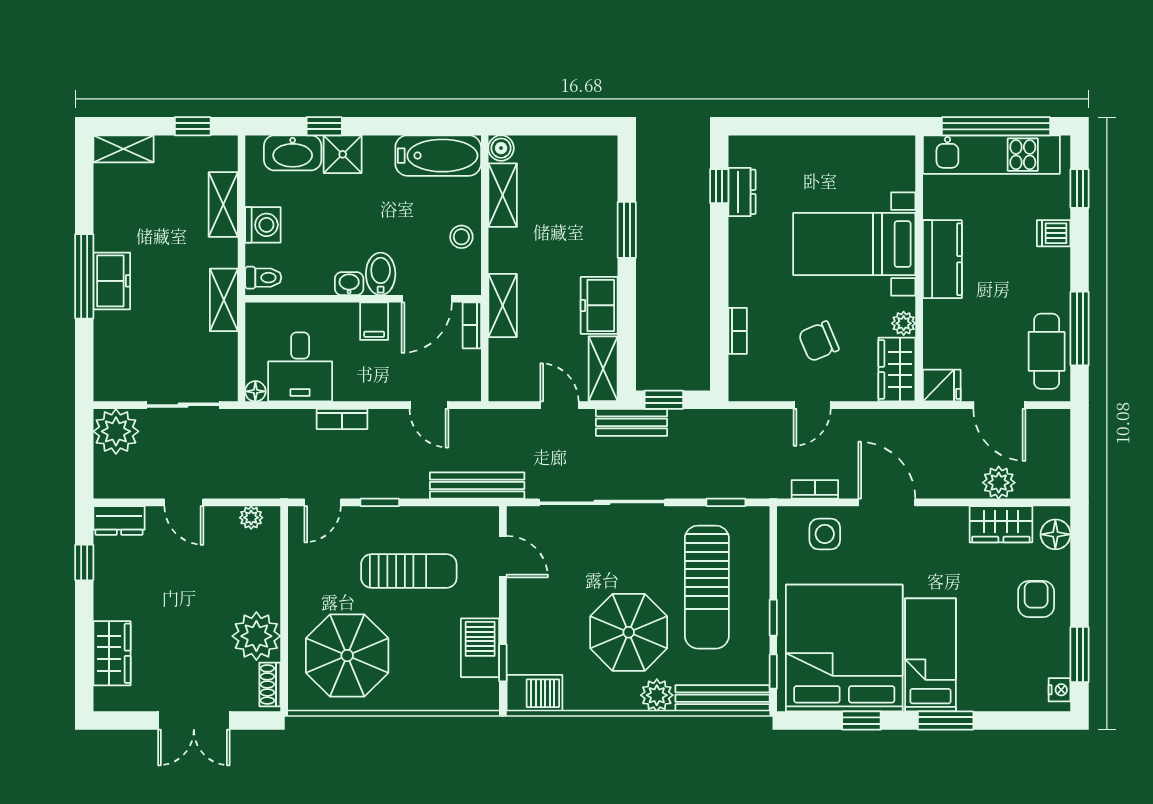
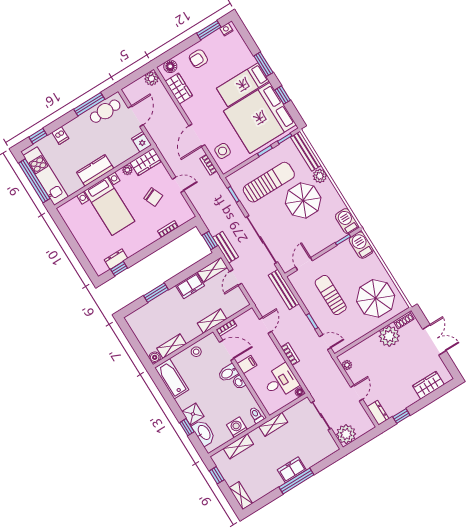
plant: (999, 483) -> (152, 79), moved
barbecue: (480, 648) -> (361, 245), moved, turned 90

